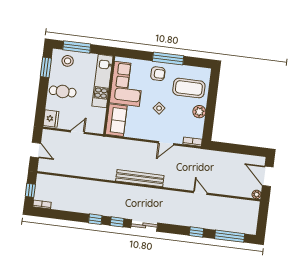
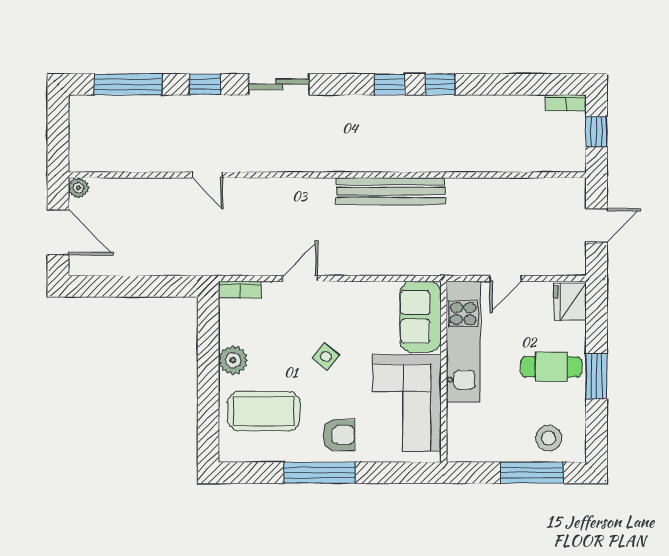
window: (46, 67) -> (596, 376), moved
armchair: (158, 74) -> (339, 435), turned 180
kitchen unit: (102, 81) -> (463, 341), moved
door: (35, 150) -> (596, 225), swing flipped
bench: (140, 178) -> (391, 191), moved
sliding door: (144, 225) -> (279, 84), moved

